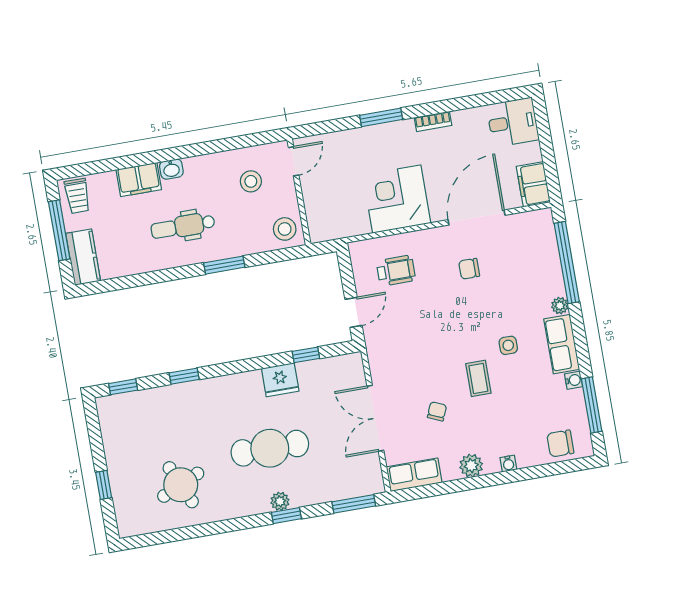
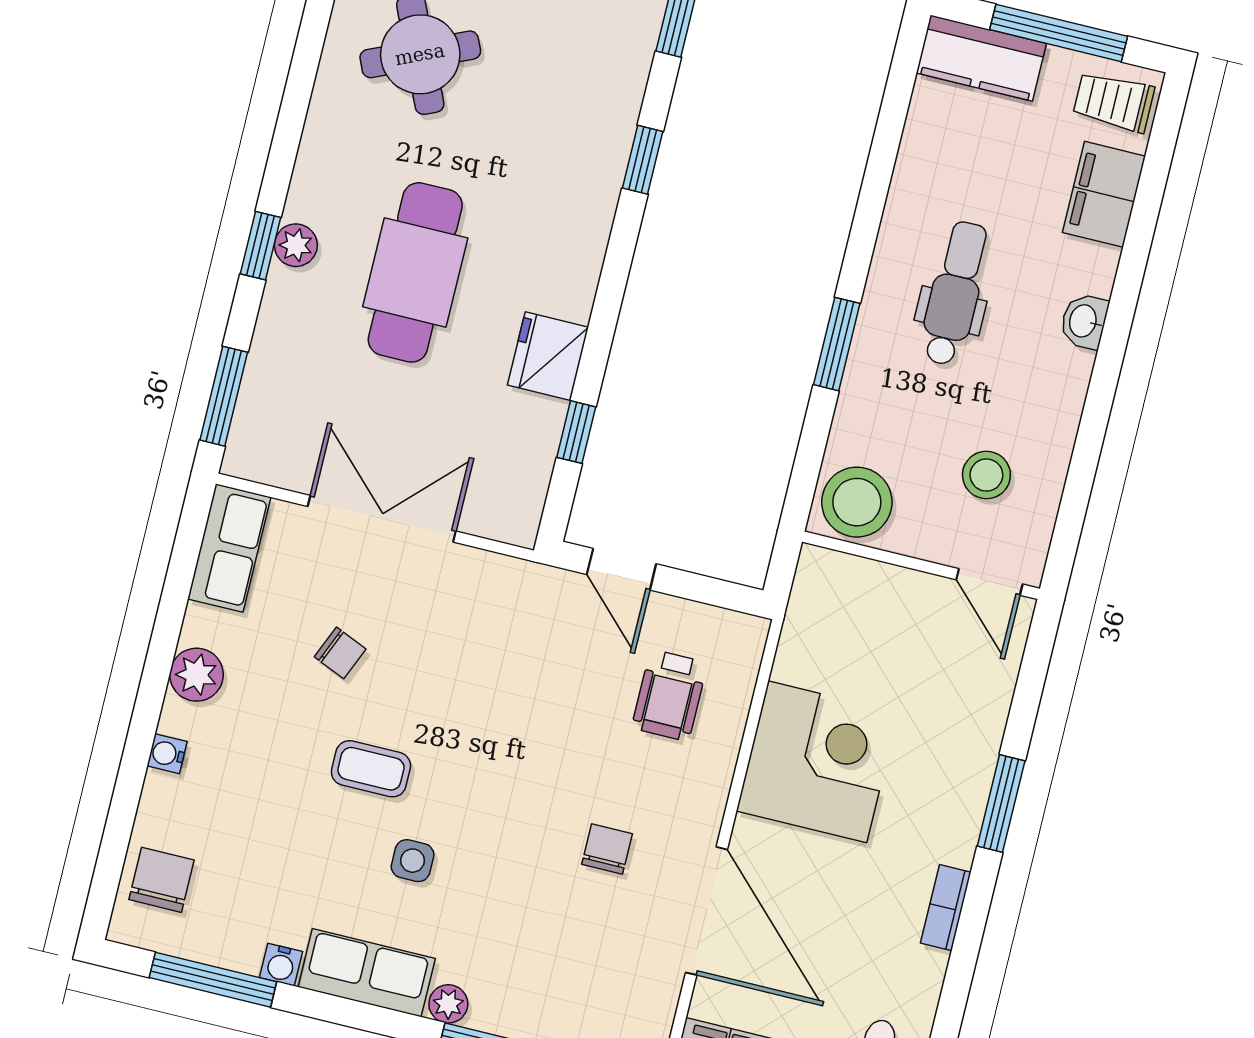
filing cabinet: (139, 180) -> (1104, 194), moved
stool: (285, 229) -> (857, 502), width x1.38, depth x1.38

